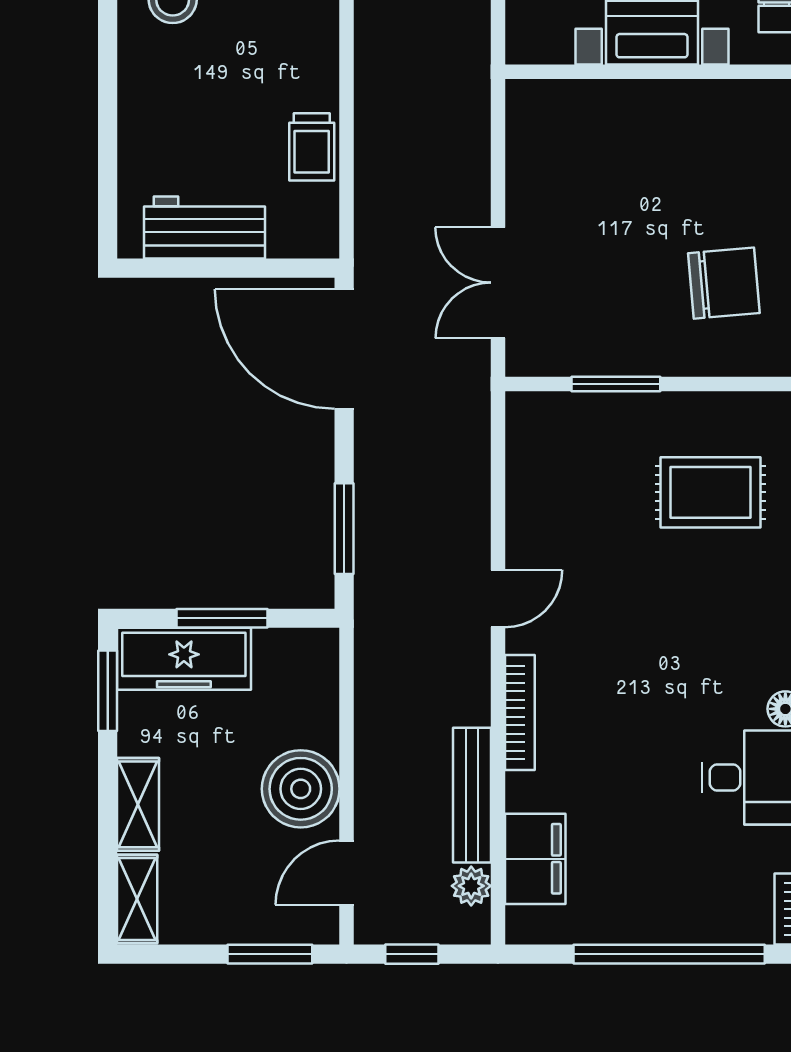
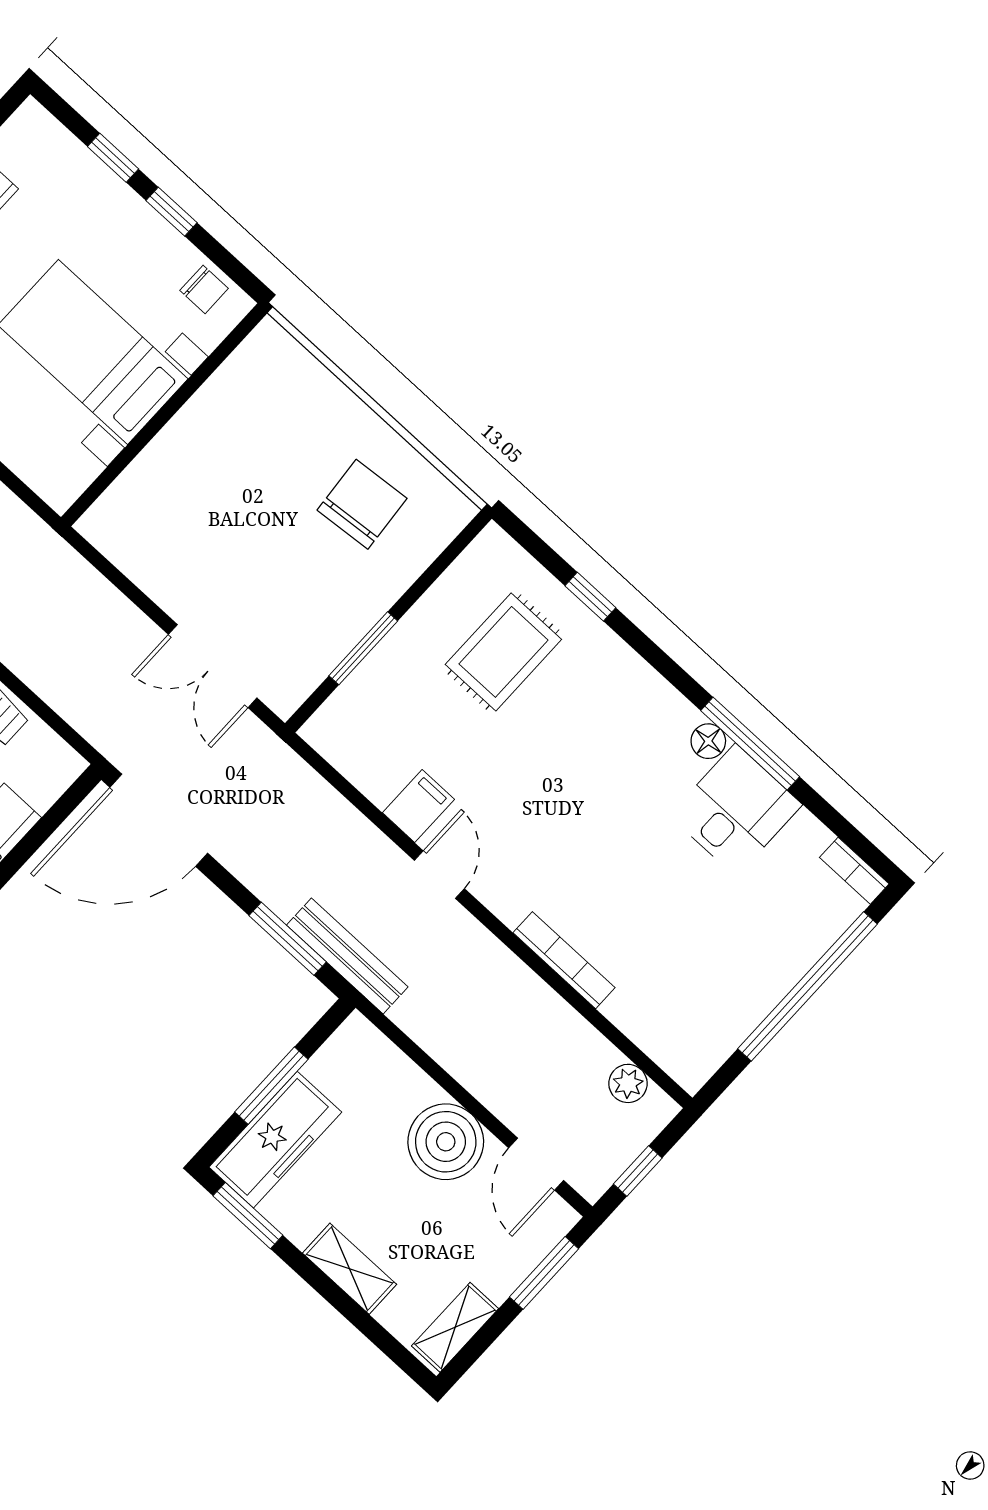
bookcase: (520, 713) -> (564, 960), moved
bench: (472, 795) -> (347, 956), moved
filing cabinet: (535, 859) -> (418, 806), moved, width x0.50
shelving: (137, 899) -> (455, 1327), moved, turned 90

